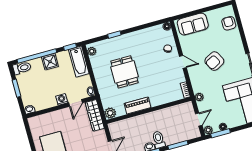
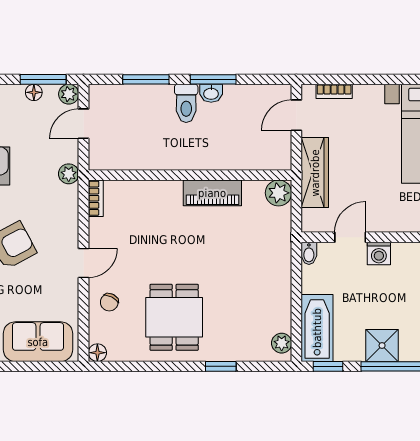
door: (183, 62) -> (83, 263), swing flipped
dining table: (124, 72) -> (174, 317), moved
wardrobe: (95, 115) -> (315, 173), moved

